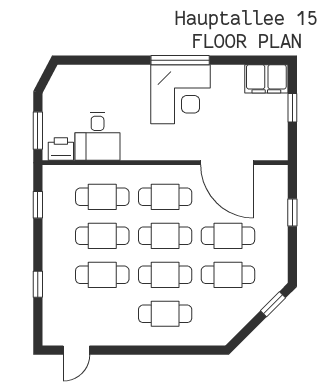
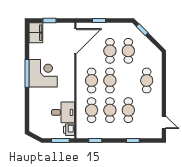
door: (227, 163) -> (75, 41), moved
cafe table: (165, 275) -> (128, 80), removed

